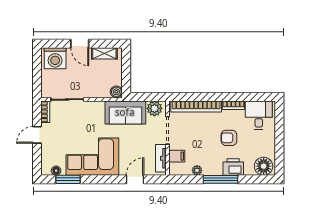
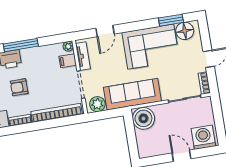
shelving: (104, 53) -> (156, 150), removed
boiler: (116, 92) -> (143, 118), width x1.86, depth x1.86
sofa: (125, 112) -> (132, 94), width x1.36
armchair: (229, 138) -> (19, 87), turned 180
plant: (197, 170) -> (68, 46), moved
floor lamp: (56, 171) -> (185, 31), width x1.89, depth x1.89

